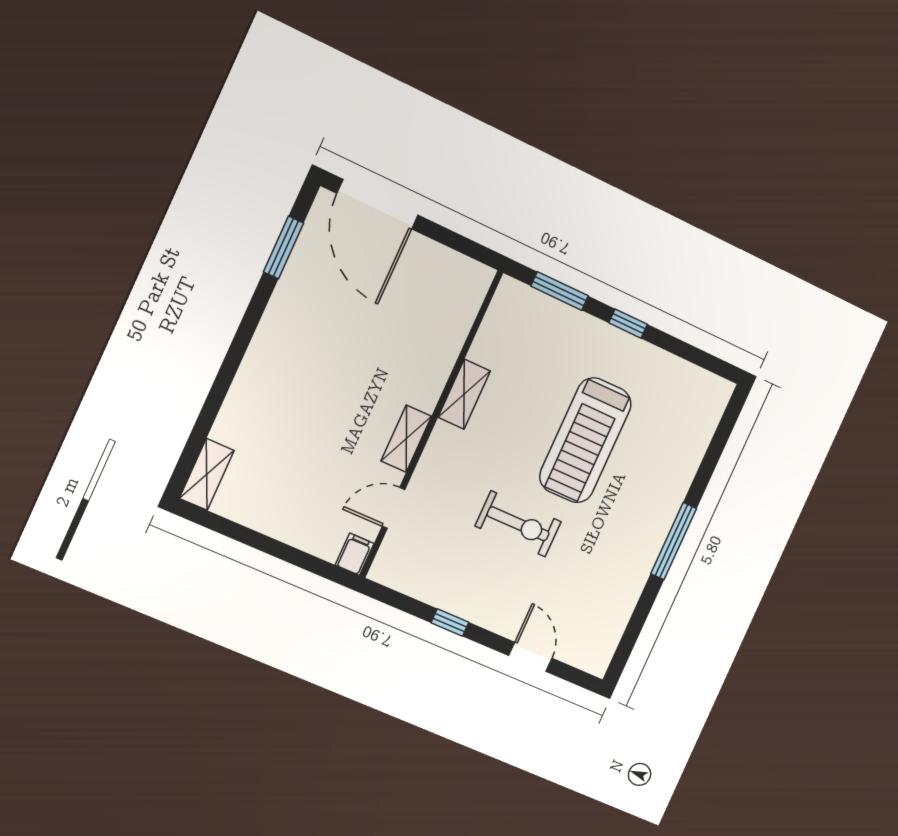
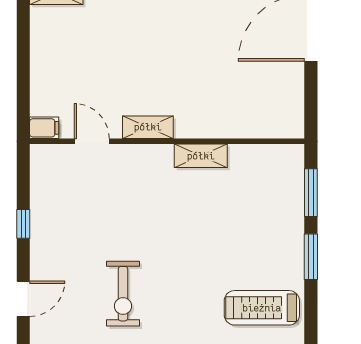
window: (628, 324) -> (311, 257), width x1.50
treadmill: (585, 440) -> (262, 308), moved, width x0.73, depth x0.73
exercise bike: (518, 524) -> (123, 294), moved

